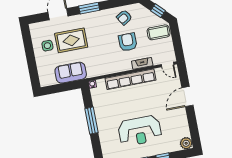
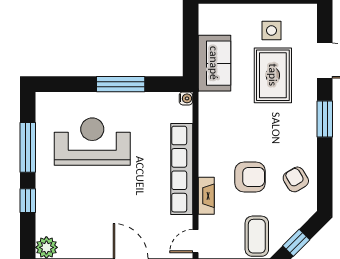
reception desk: (140, 131) -> (92, 142), moved, turned 90

